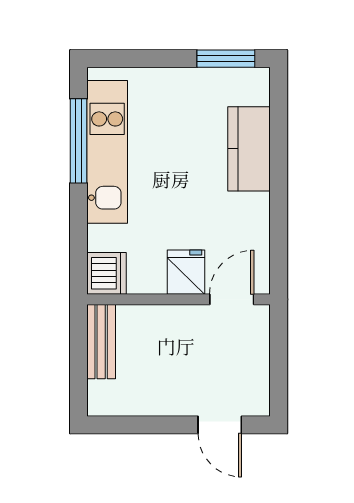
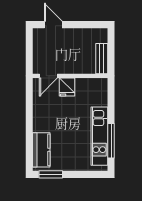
kitchen counter: (249, 149) -> (41, 150), moved
dishwasher: (107, 273) -> (100, 87), removed

